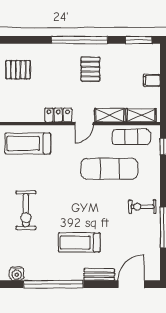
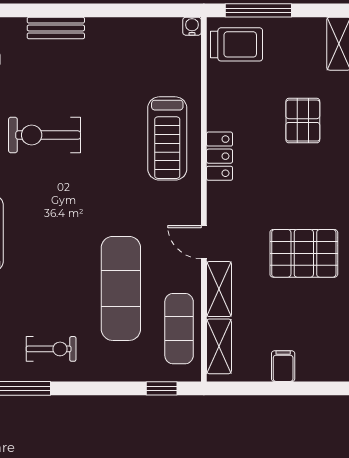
pallet: (90, 69) -> (304, 253), width x1.50, depth x1.42
locker: (58, 115) -> (220, 156), moved
treadmill: (28, 143) -> (167, 138), turned 180
exercise bike: (142, 207) -> (51, 349), turned 90

